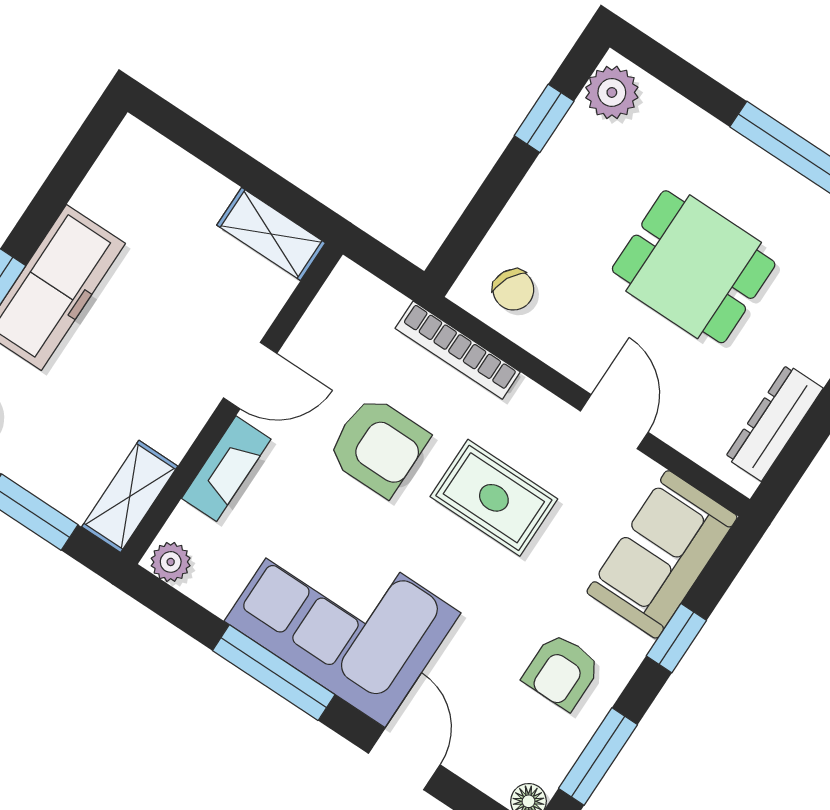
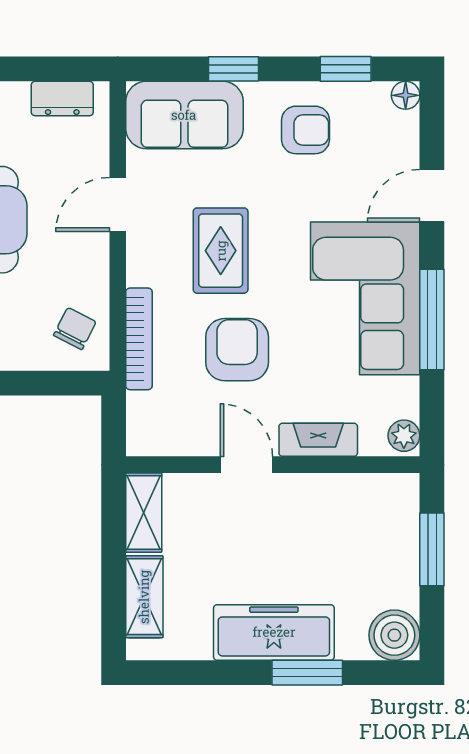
dresser: (774, 423) -> (62, 99), width x0.70
shelving: (130, 496) -> (144, 597), moved, turned 90
window: (598, 757) -> (346, 69), width x0.67

